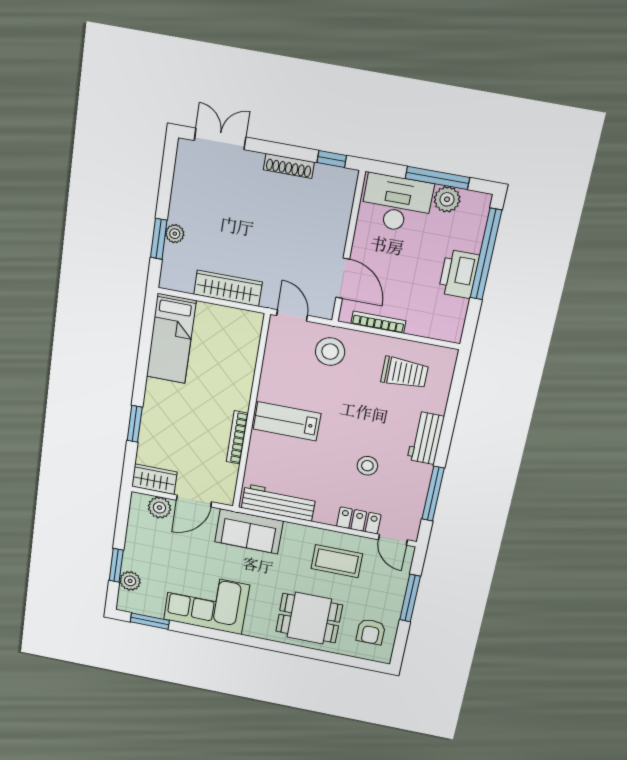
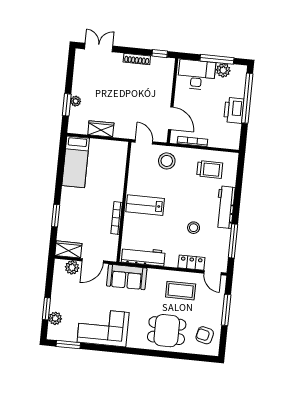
wardrobe: (228, 288) -> (101, 129), width x0.67
workbench: (426, 438) -> (225, 207), width x1.38
armchair: (371, 632) -> (205, 335), turned 103

